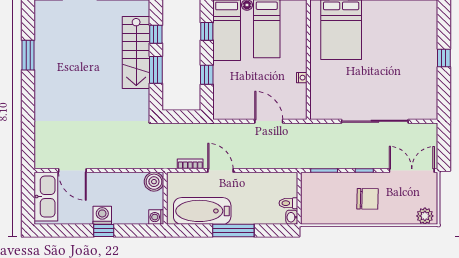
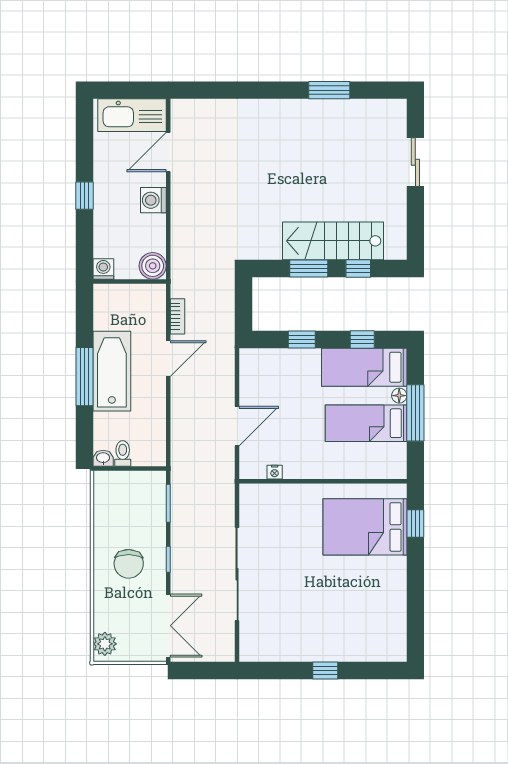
nightstand: (302, 78) -> (275, 472), moved
bathtub: (202, 211) -> (112, 371), moved
washing machine: (102, 215) -> (153, 200), moved, turned 180

